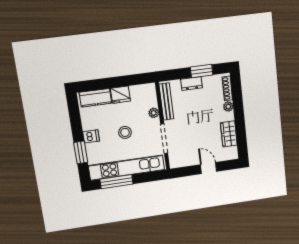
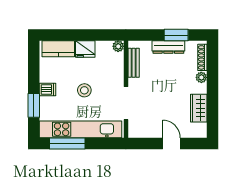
dresser: (191, 84) -> (168, 47), width x1.44
bench: (166, 101) -> (134, 63), width x0.73
plant: (154, 113) -> (118, 46), moved

